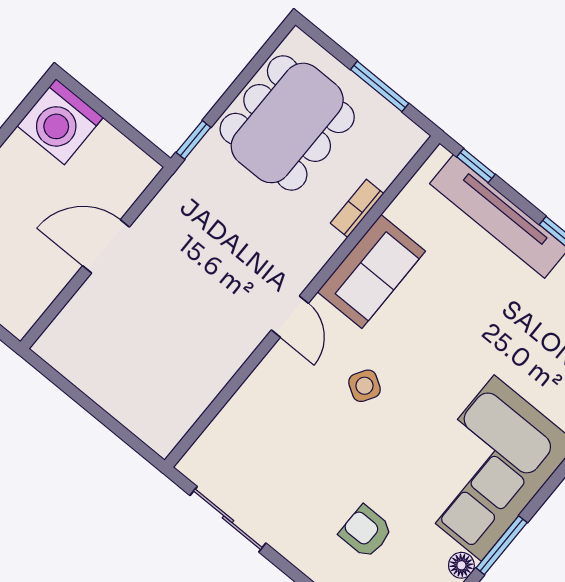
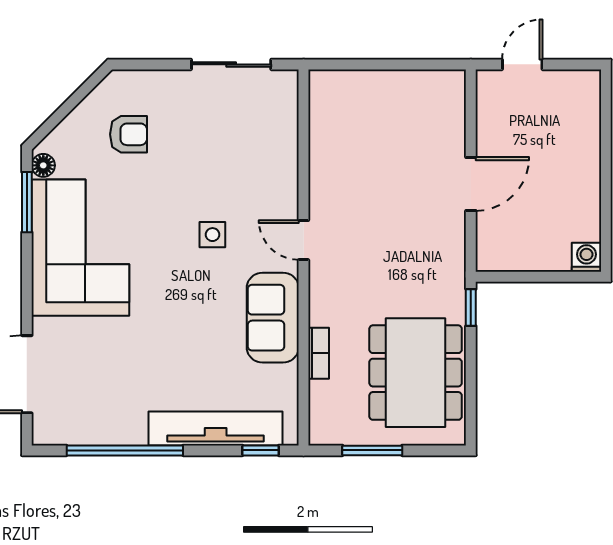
washing machine: (60, 122) -> (586, 257), width x0.53, depth x0.53
side table: (365, 386) -> (212, 235), turned -32

